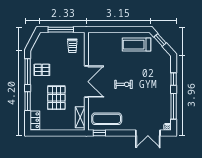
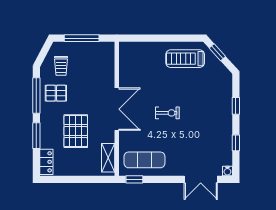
trolley: (72, 46) -> (61, 66), moved
window: (174, 106) -> (236, 143), width x0.46

